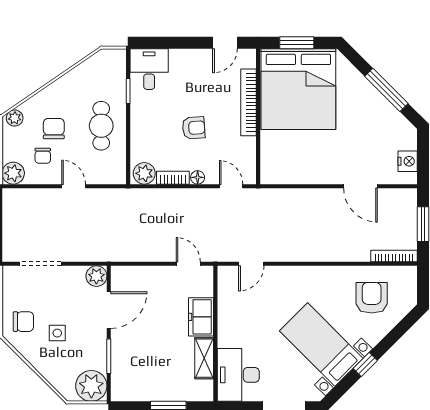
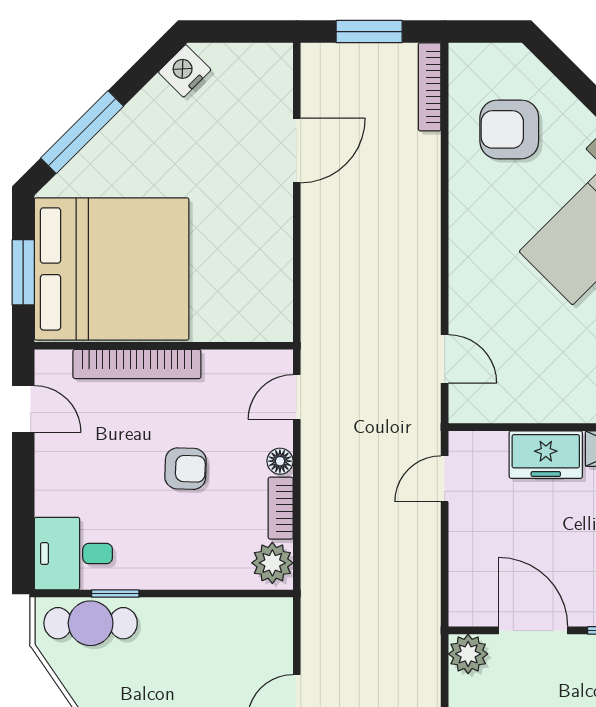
window: (386, 90) -> (82, 132), moved
cafe table: (101, 126) -> (91, 623), moved
armchair: (194, 128) -> (185, 469), turned 96
nightstand: (408, 161) -> (185, 71), moved, turned -45

